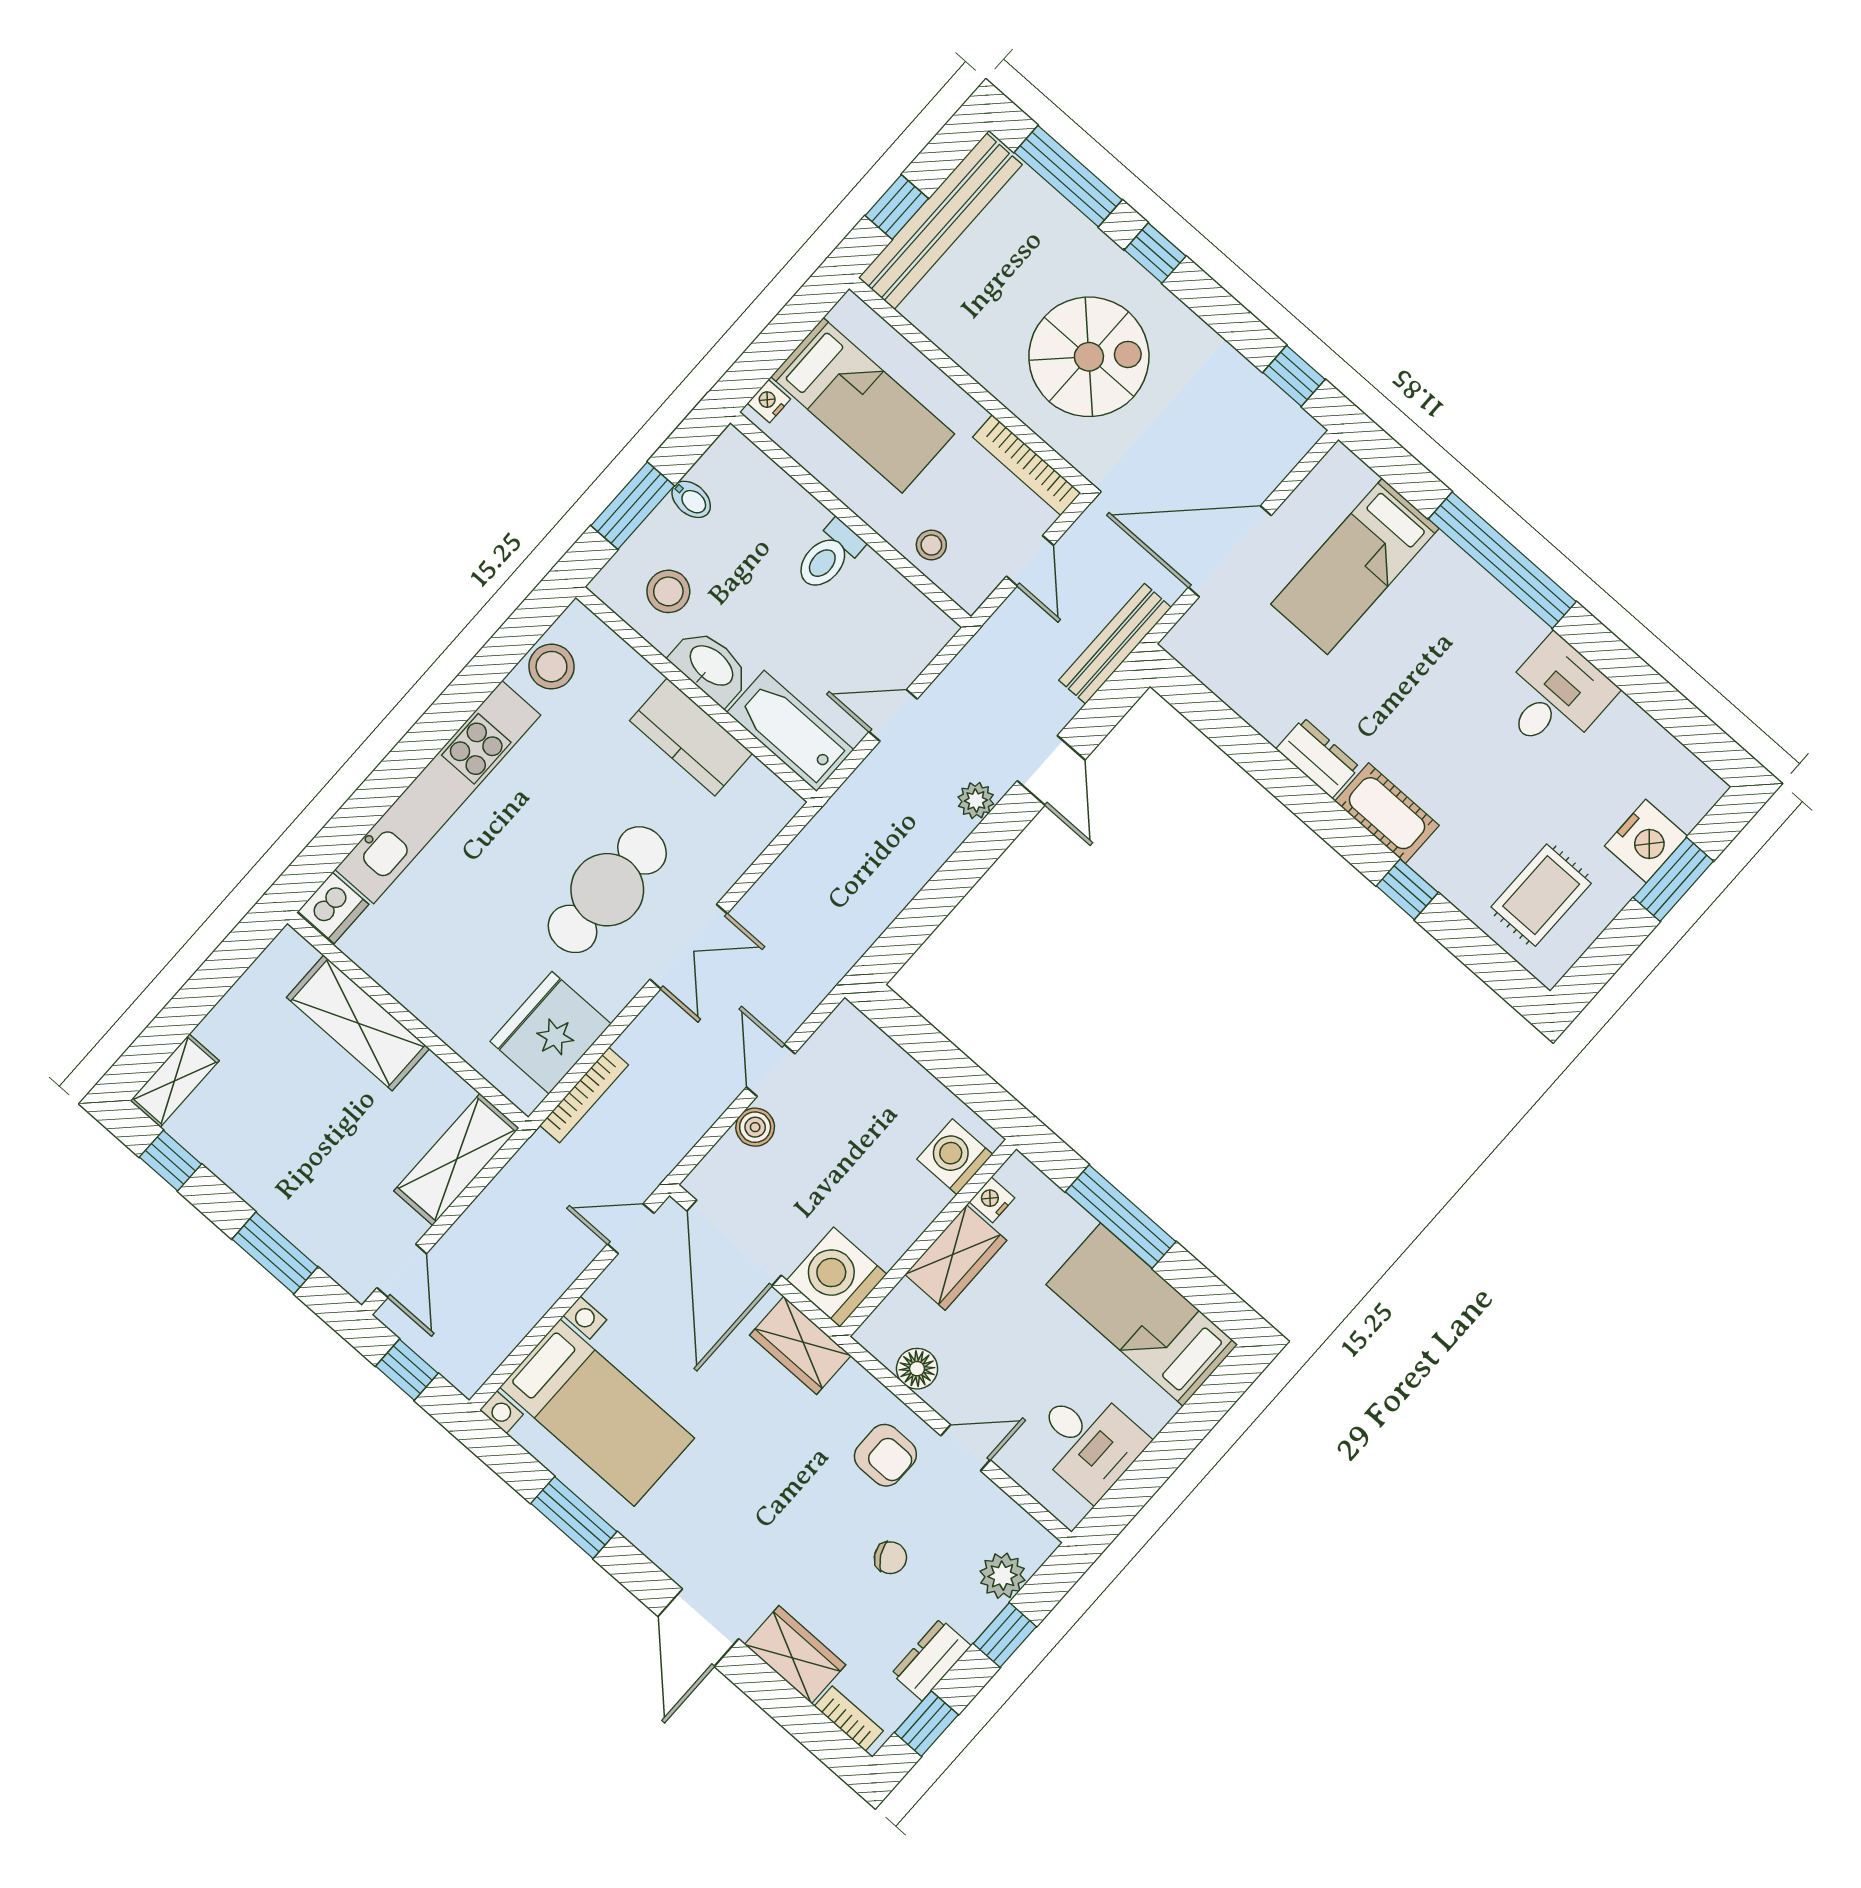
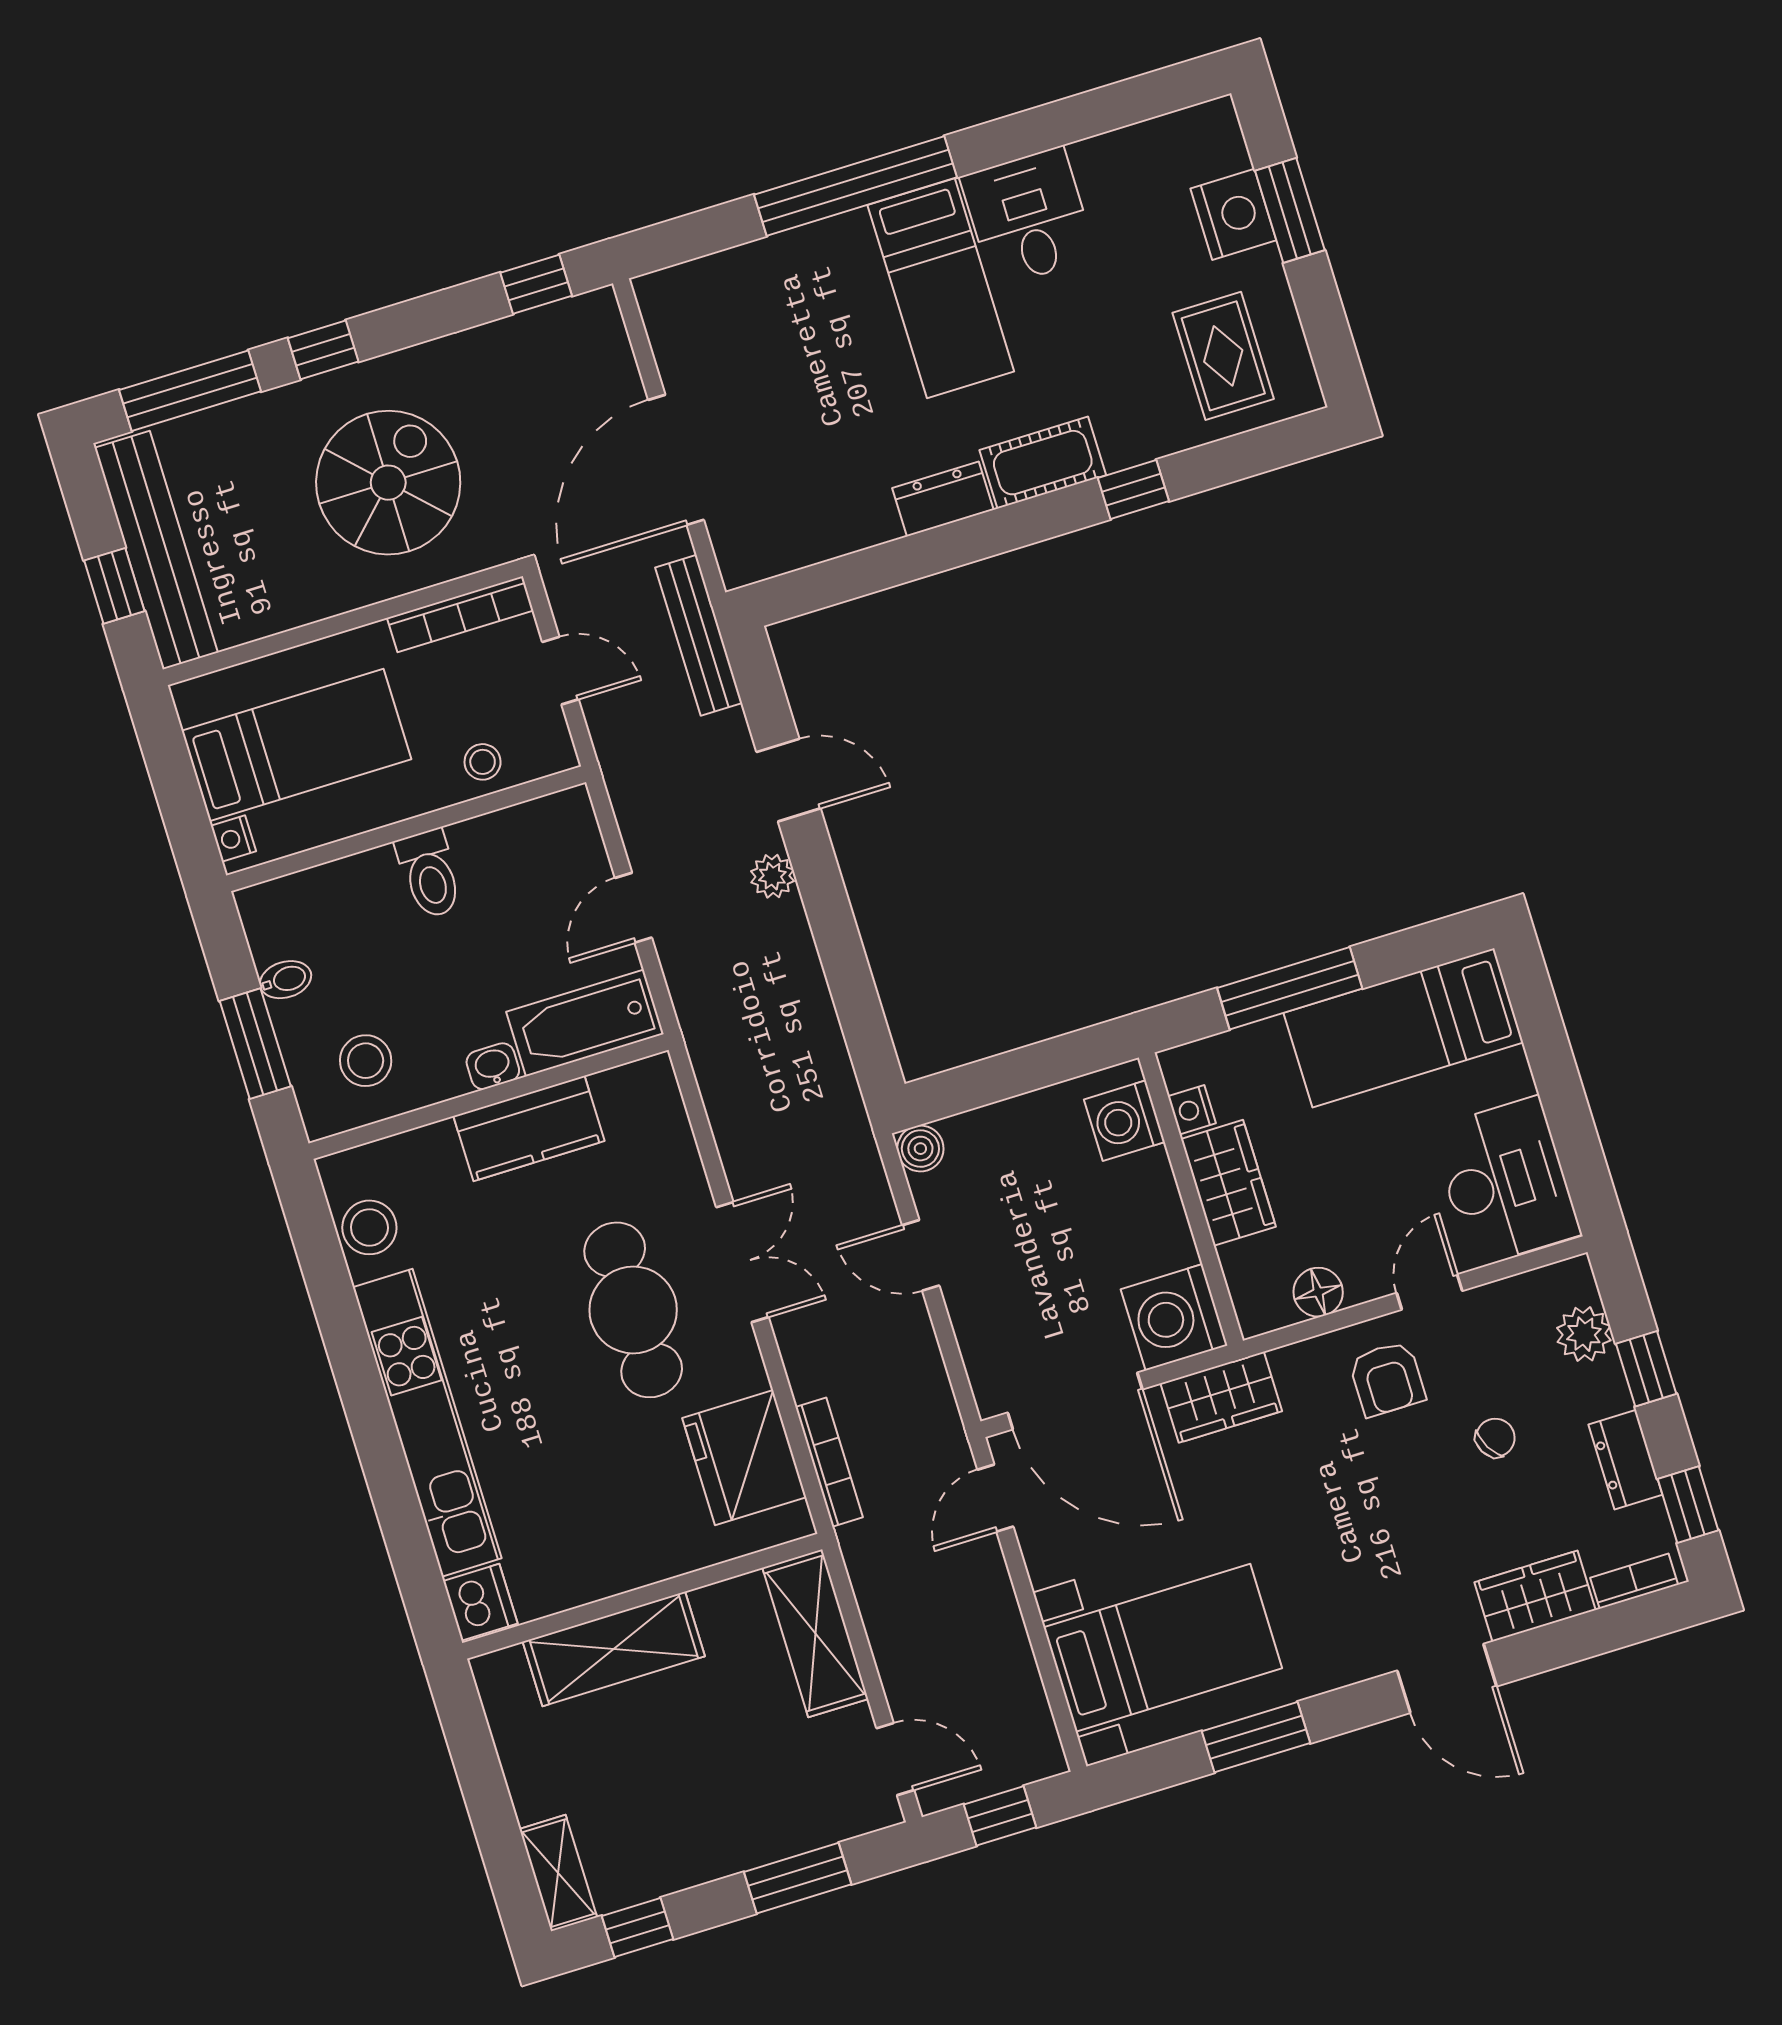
bed: (1355, 566) -> (941, 288), moved
washbasin: (711, 667) -> (493, 1066), width x0.52, depth x0.69
boiler: (755, 1127) -> (920, 1149), moved
desk: (1088, 1441) -> (1506, 1181), width x1.37
armchair: (885, 1455) -> (1387, 1379), turned 90

